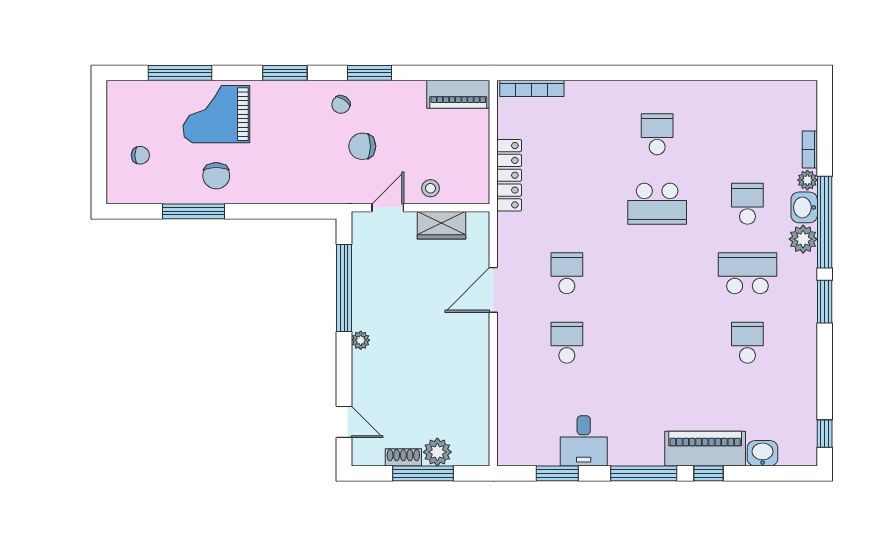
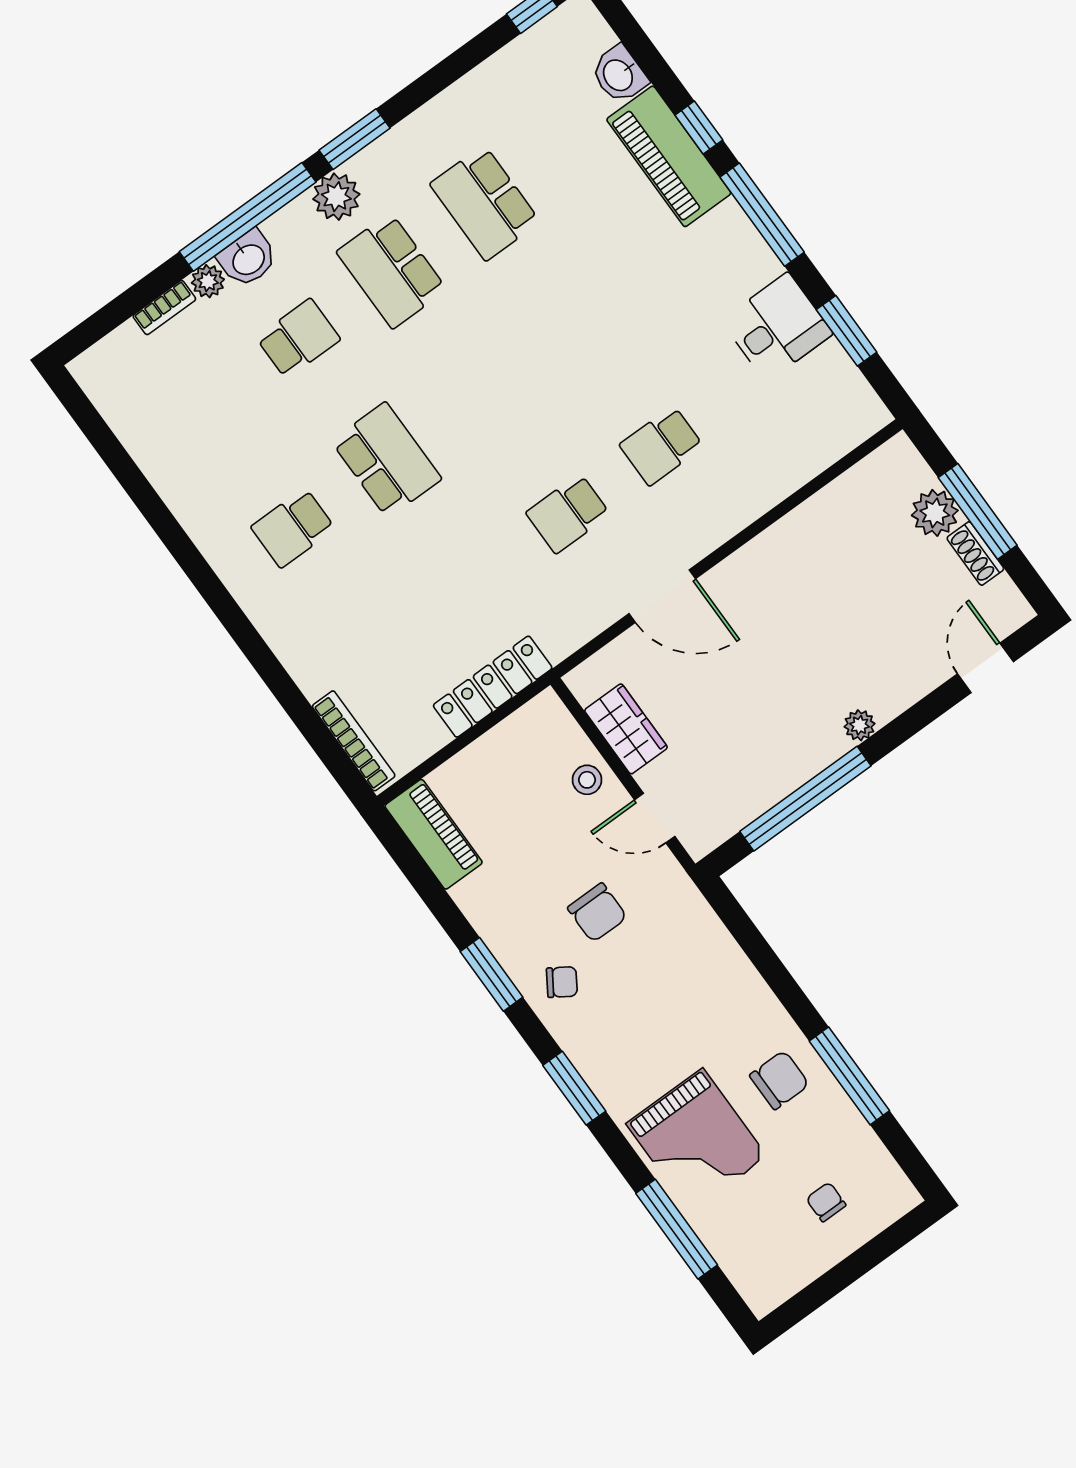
school desk: (747, 204) -> (298, 339), turned 180
plant: (803, 239) -> (336, 197), moved
school desk: (747, 343) -> (485, 203), width x1.85

